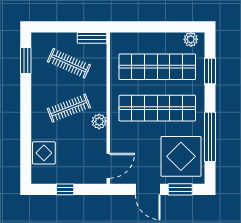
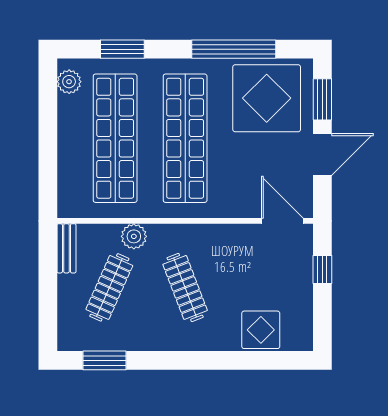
plant: (99, 121) -> (134, 236), moved
window: (65, 189) -> (322, 270), moved

